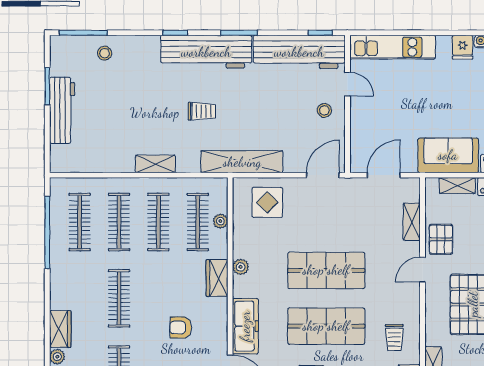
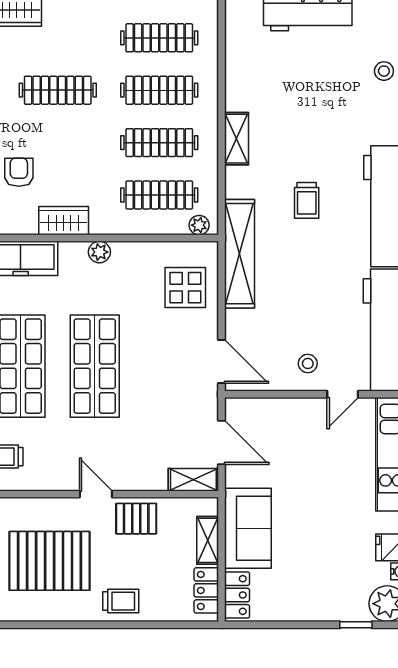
plant: (220, 221) -> (199, 225), moved
shelving: (412, 222) -> (193, 480), moved
wardrobe: (217, 278) -> (64, 221), moved

